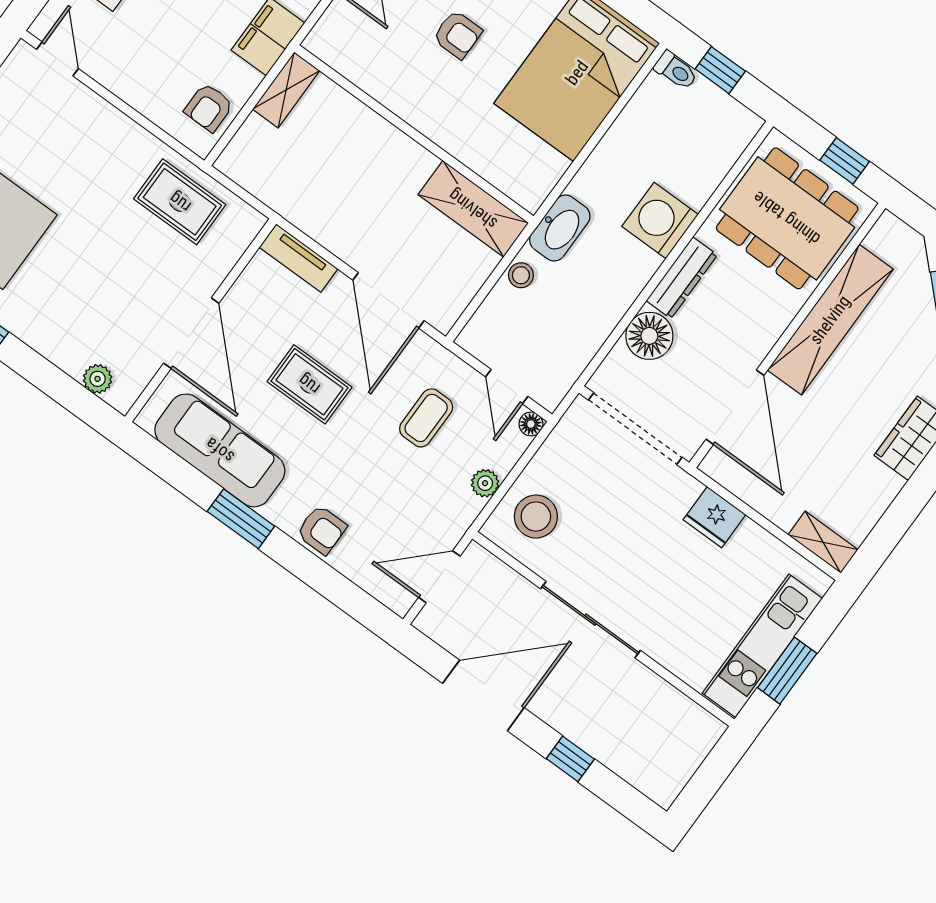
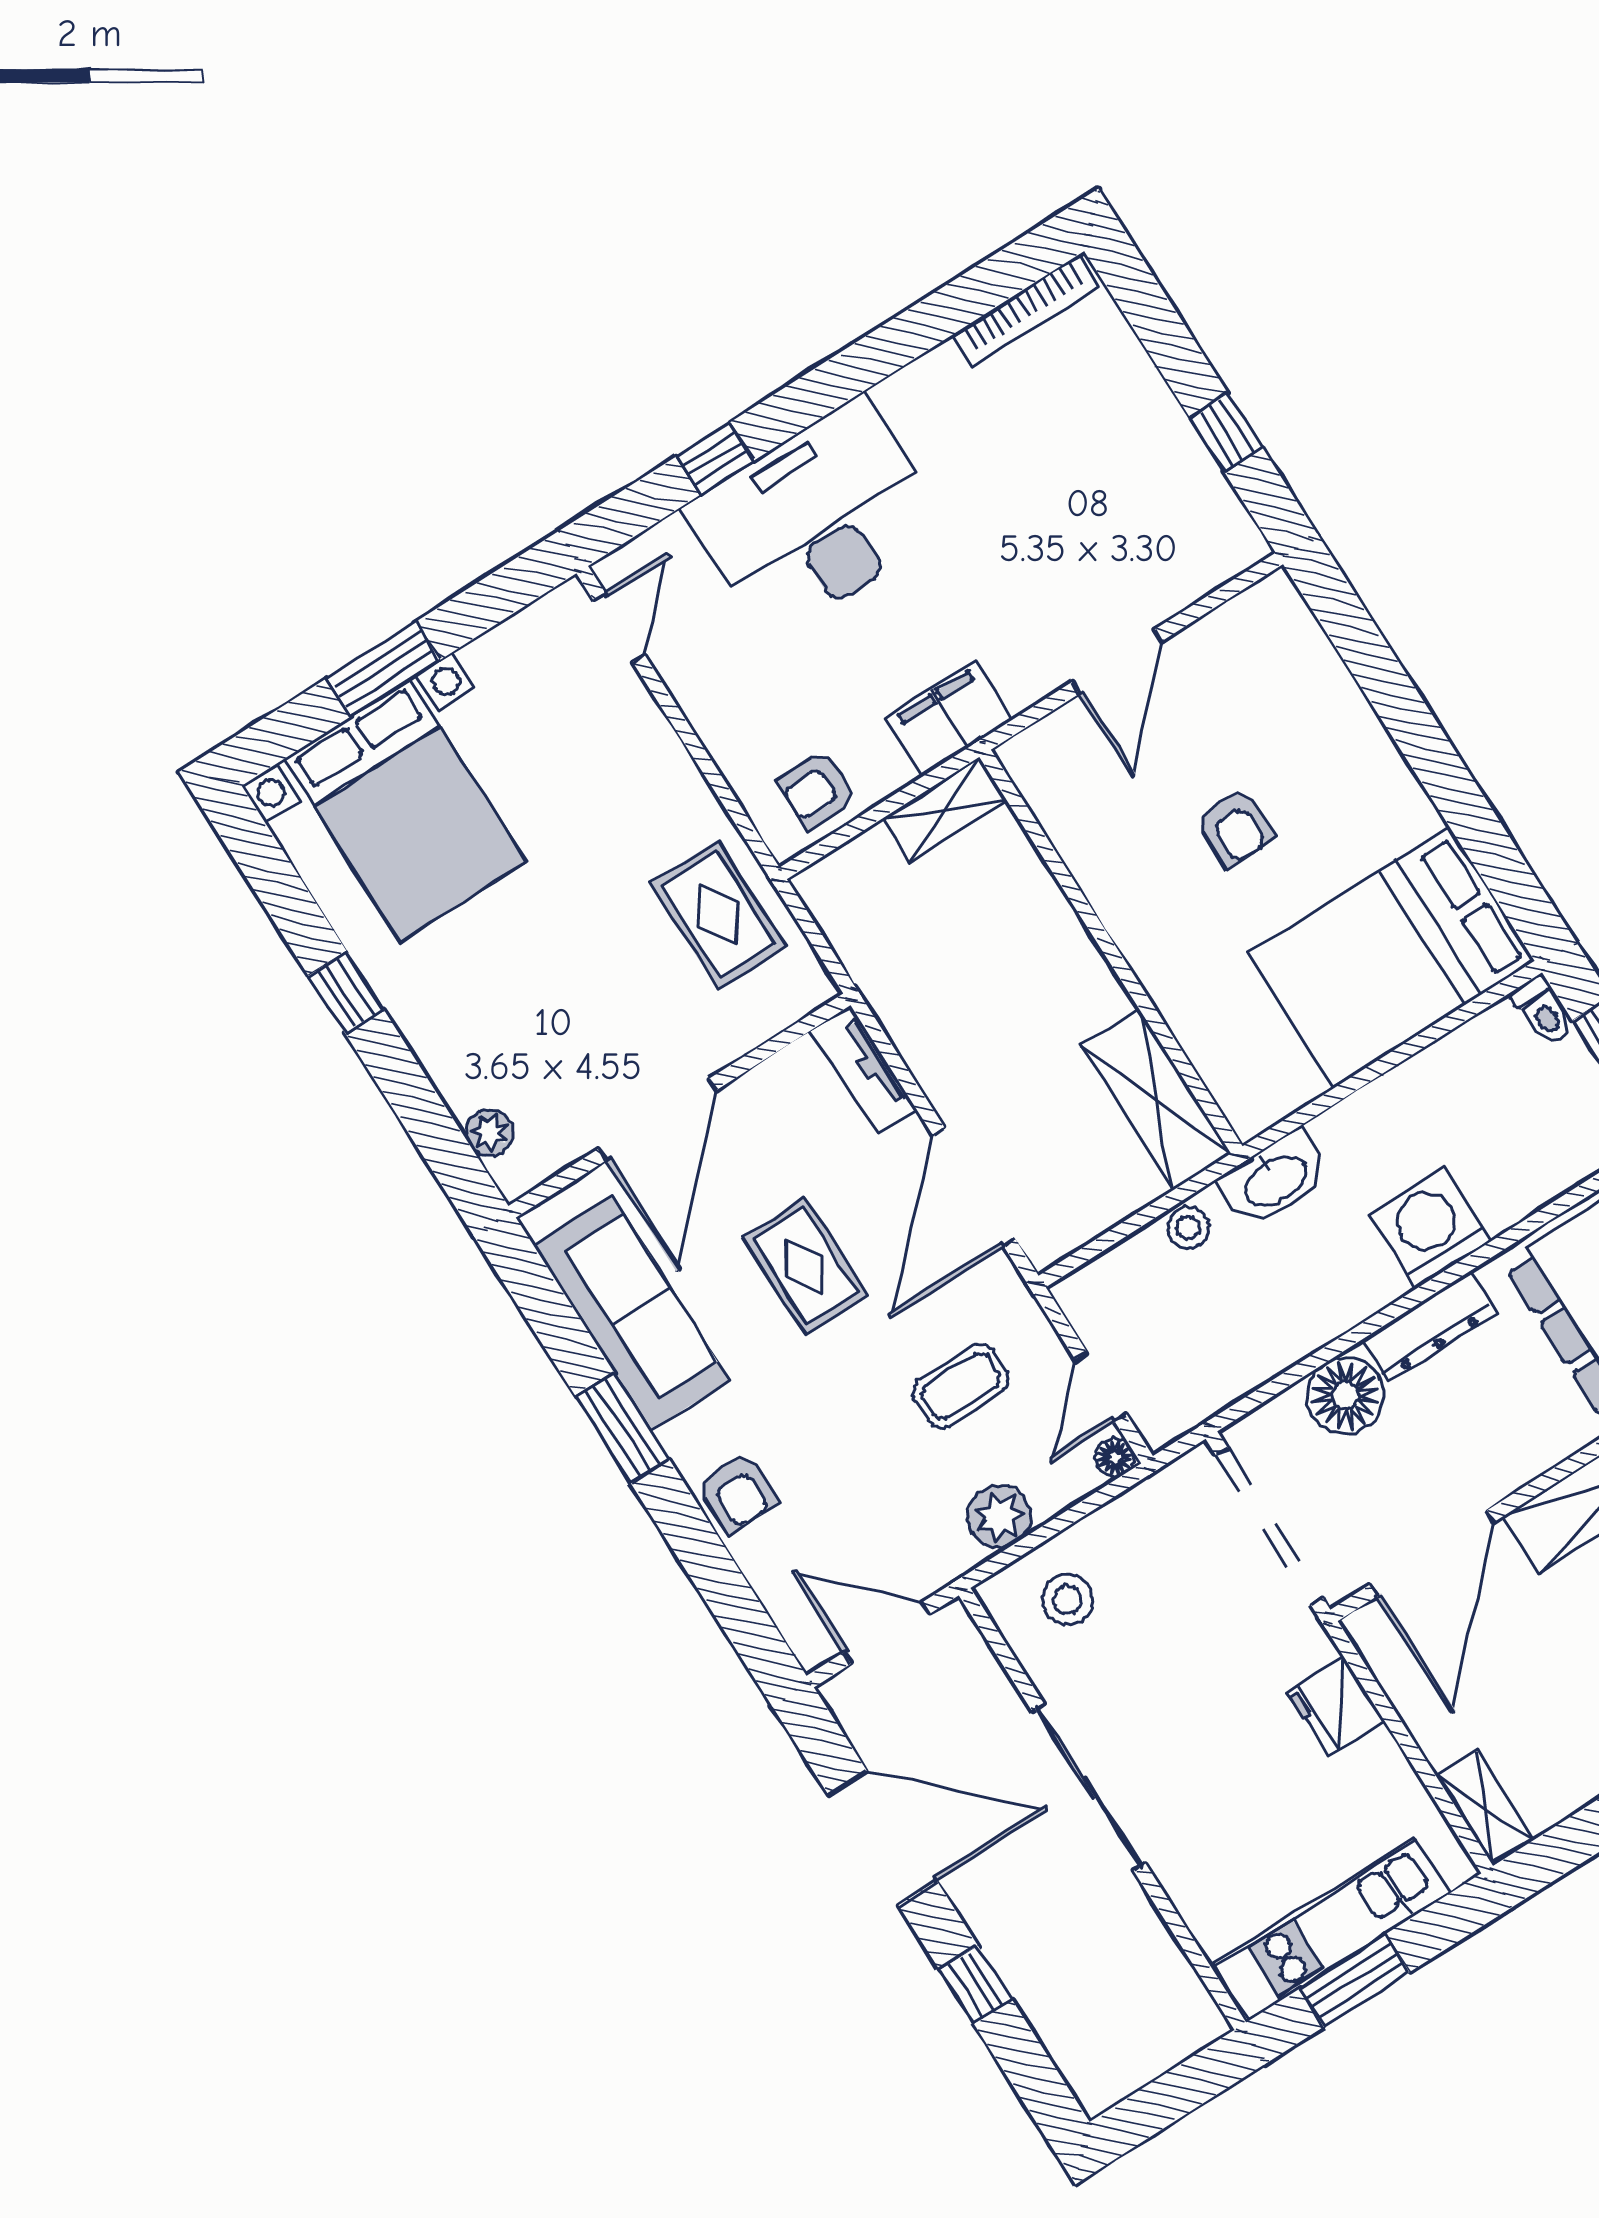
plant: (485, 483) -> (999, 1517), width x1.38, depth x1.38
stool: (536, 517) -> (1068, 1600), width x0.73, depth x0.73

